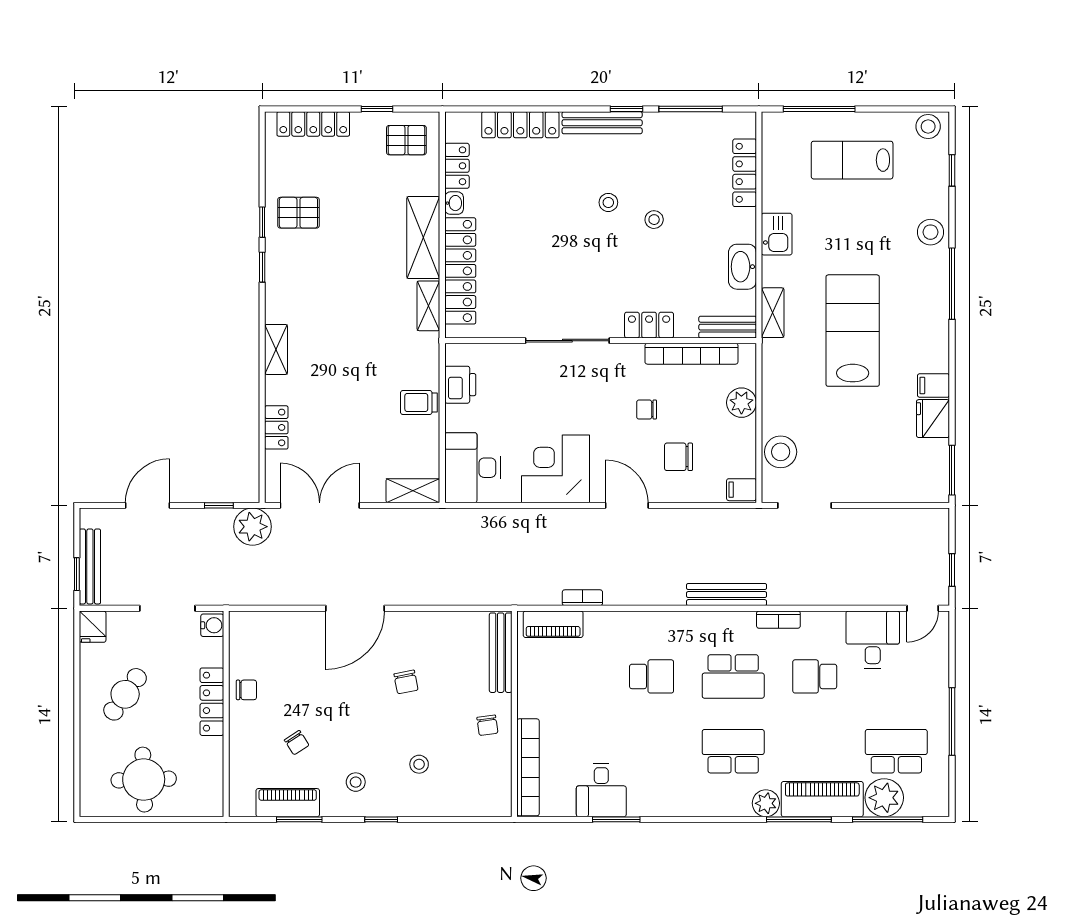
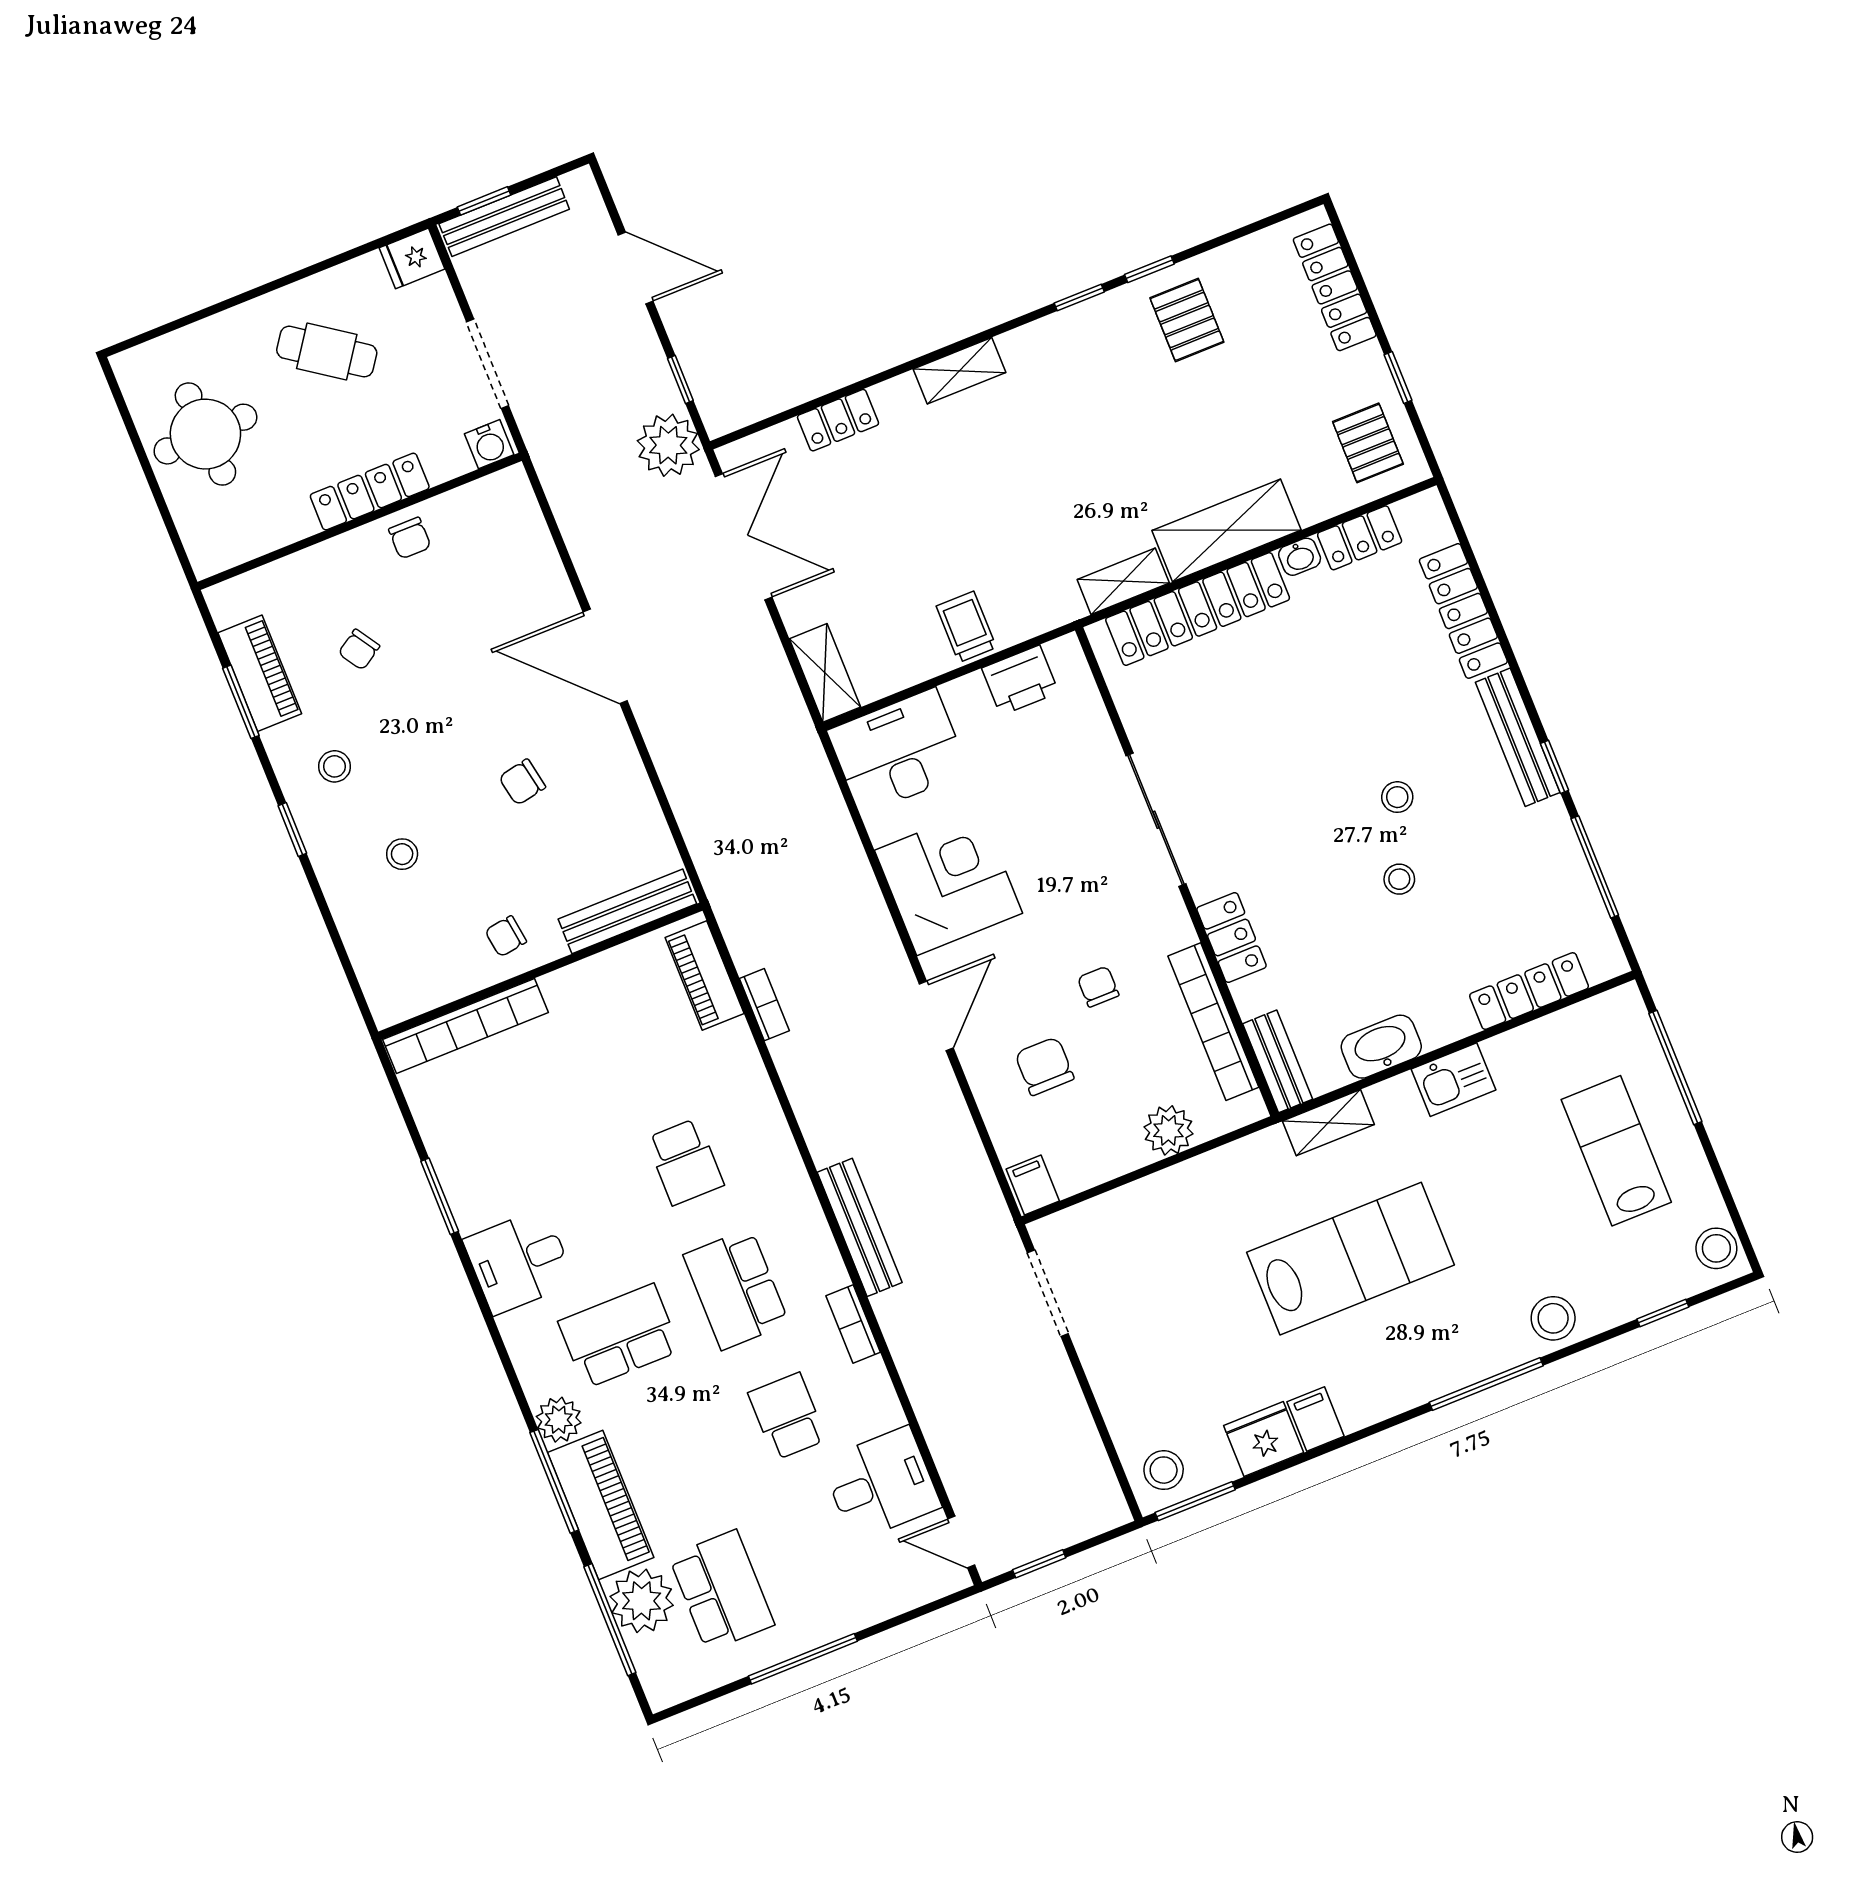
stool: (781, 452) -> (1164, 1470), moved, width x0.73, depth x0.73
school desk: (733, 751) -> (619, 1336), turned -90
desk: (601, 790) -> (519, 1261), moved

